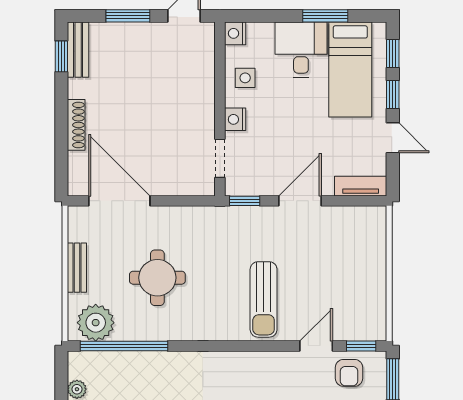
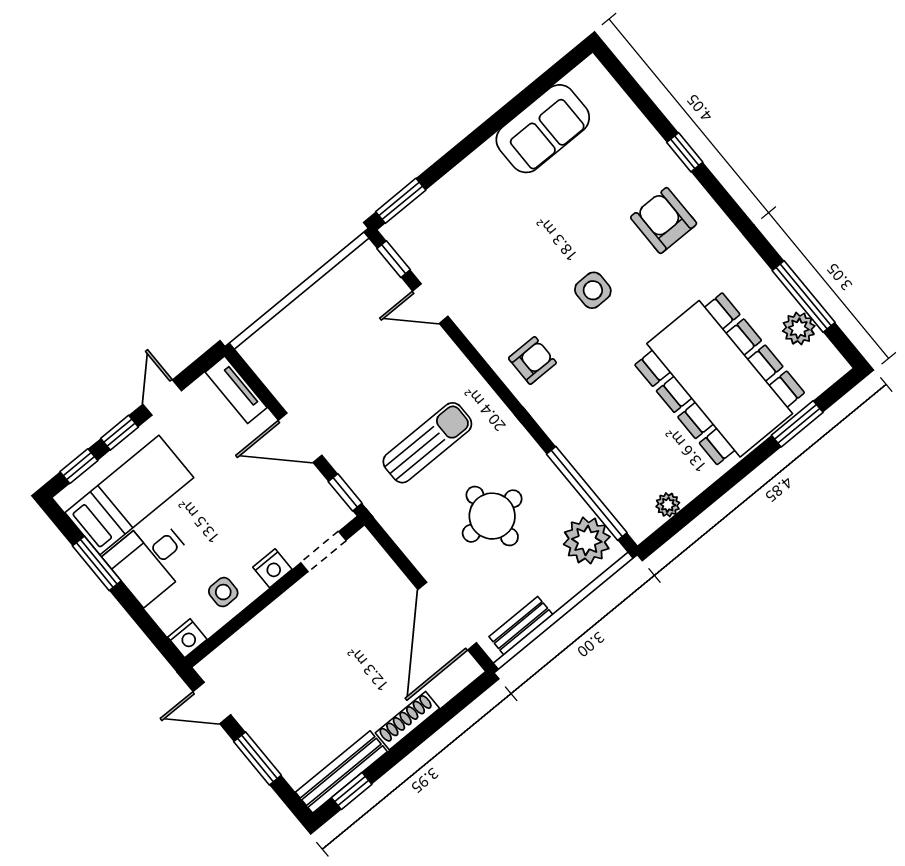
bench: (78, 50) -> (341, 772), width x1.36
bench: (77, 268) -> (521, 626), moved
sun lounger: (264, 299) -> (427, 443), moved
armchair: (349, 373) -> (532, 360), moved

